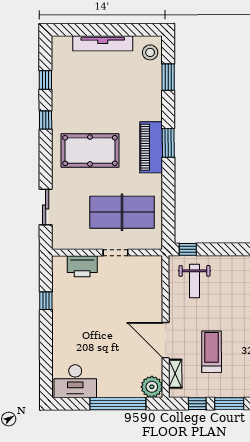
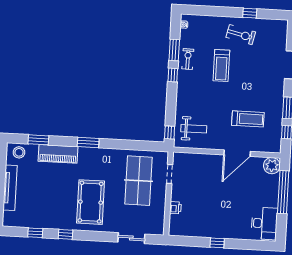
piano: (151, 147) -> (58, 154), moved
doorway: (115, 253) -> (170, 174), moved
printer: (82, 266) -> (175, 208), width x0.53, depth x0.68
window: (46, 301) -> (217, 243), moved
treadmill: (212, 352) -> (248, 119), turned 180
shelving: (175, 374) -> (263, 147), removed

